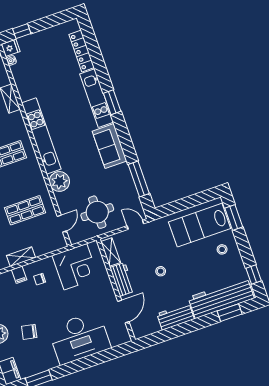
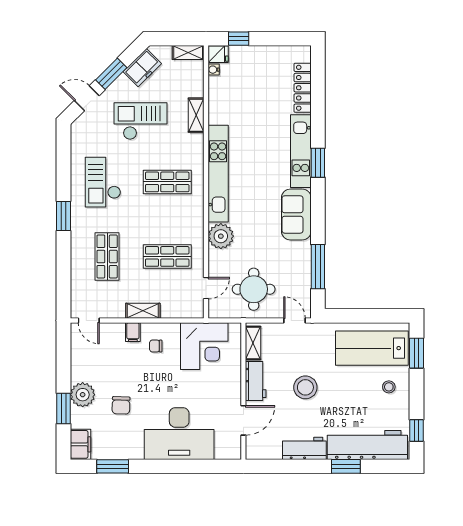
stool: (161, 271) -> (305, 387), width x1.89, depth x1.89
window: (230, 313) -> (346, 466), moved
chair: (29, 332) -> (121, 405), turned -99

